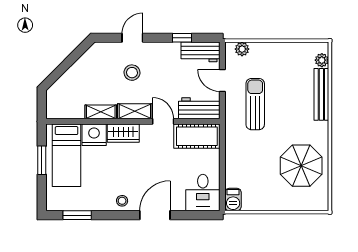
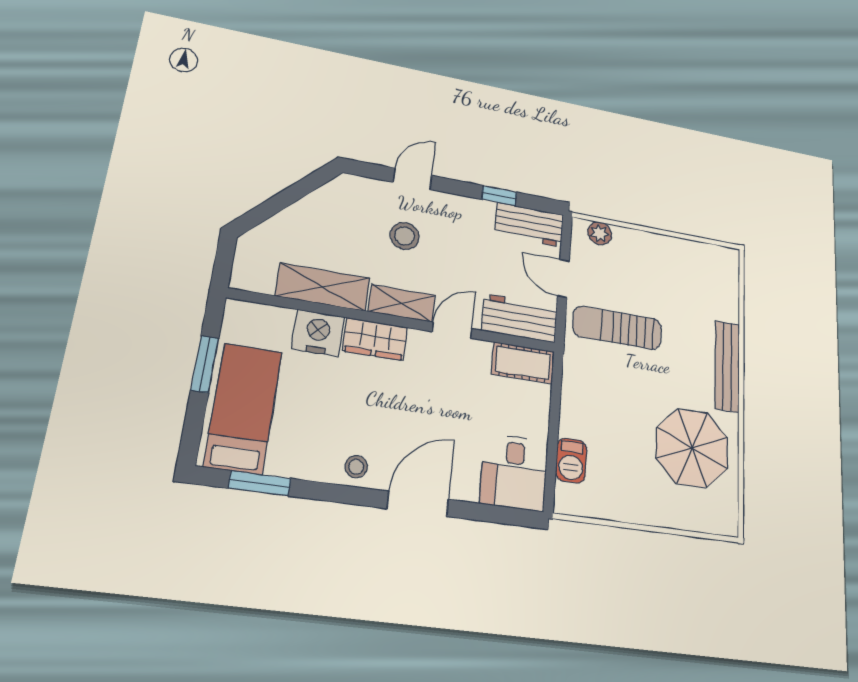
plant: (322, 60) -> (729, 276), removed
bench: (321, 94) -> (727, 366), moved
sun lounger: (255, 104) -> (617, 328), turned -90
shelving: (101, 112) -> (323, 287), width x1.50, depth x1.33
door: (163, 121) -> (452, 330), hinge flipped
cot: (197, 136) -> (523, 363), width x0.73, depth x0.75
bed: (67, 155) -> (243, 408), moved, turned 180
barbecue: (233, 199) -> (571, 461), moved

